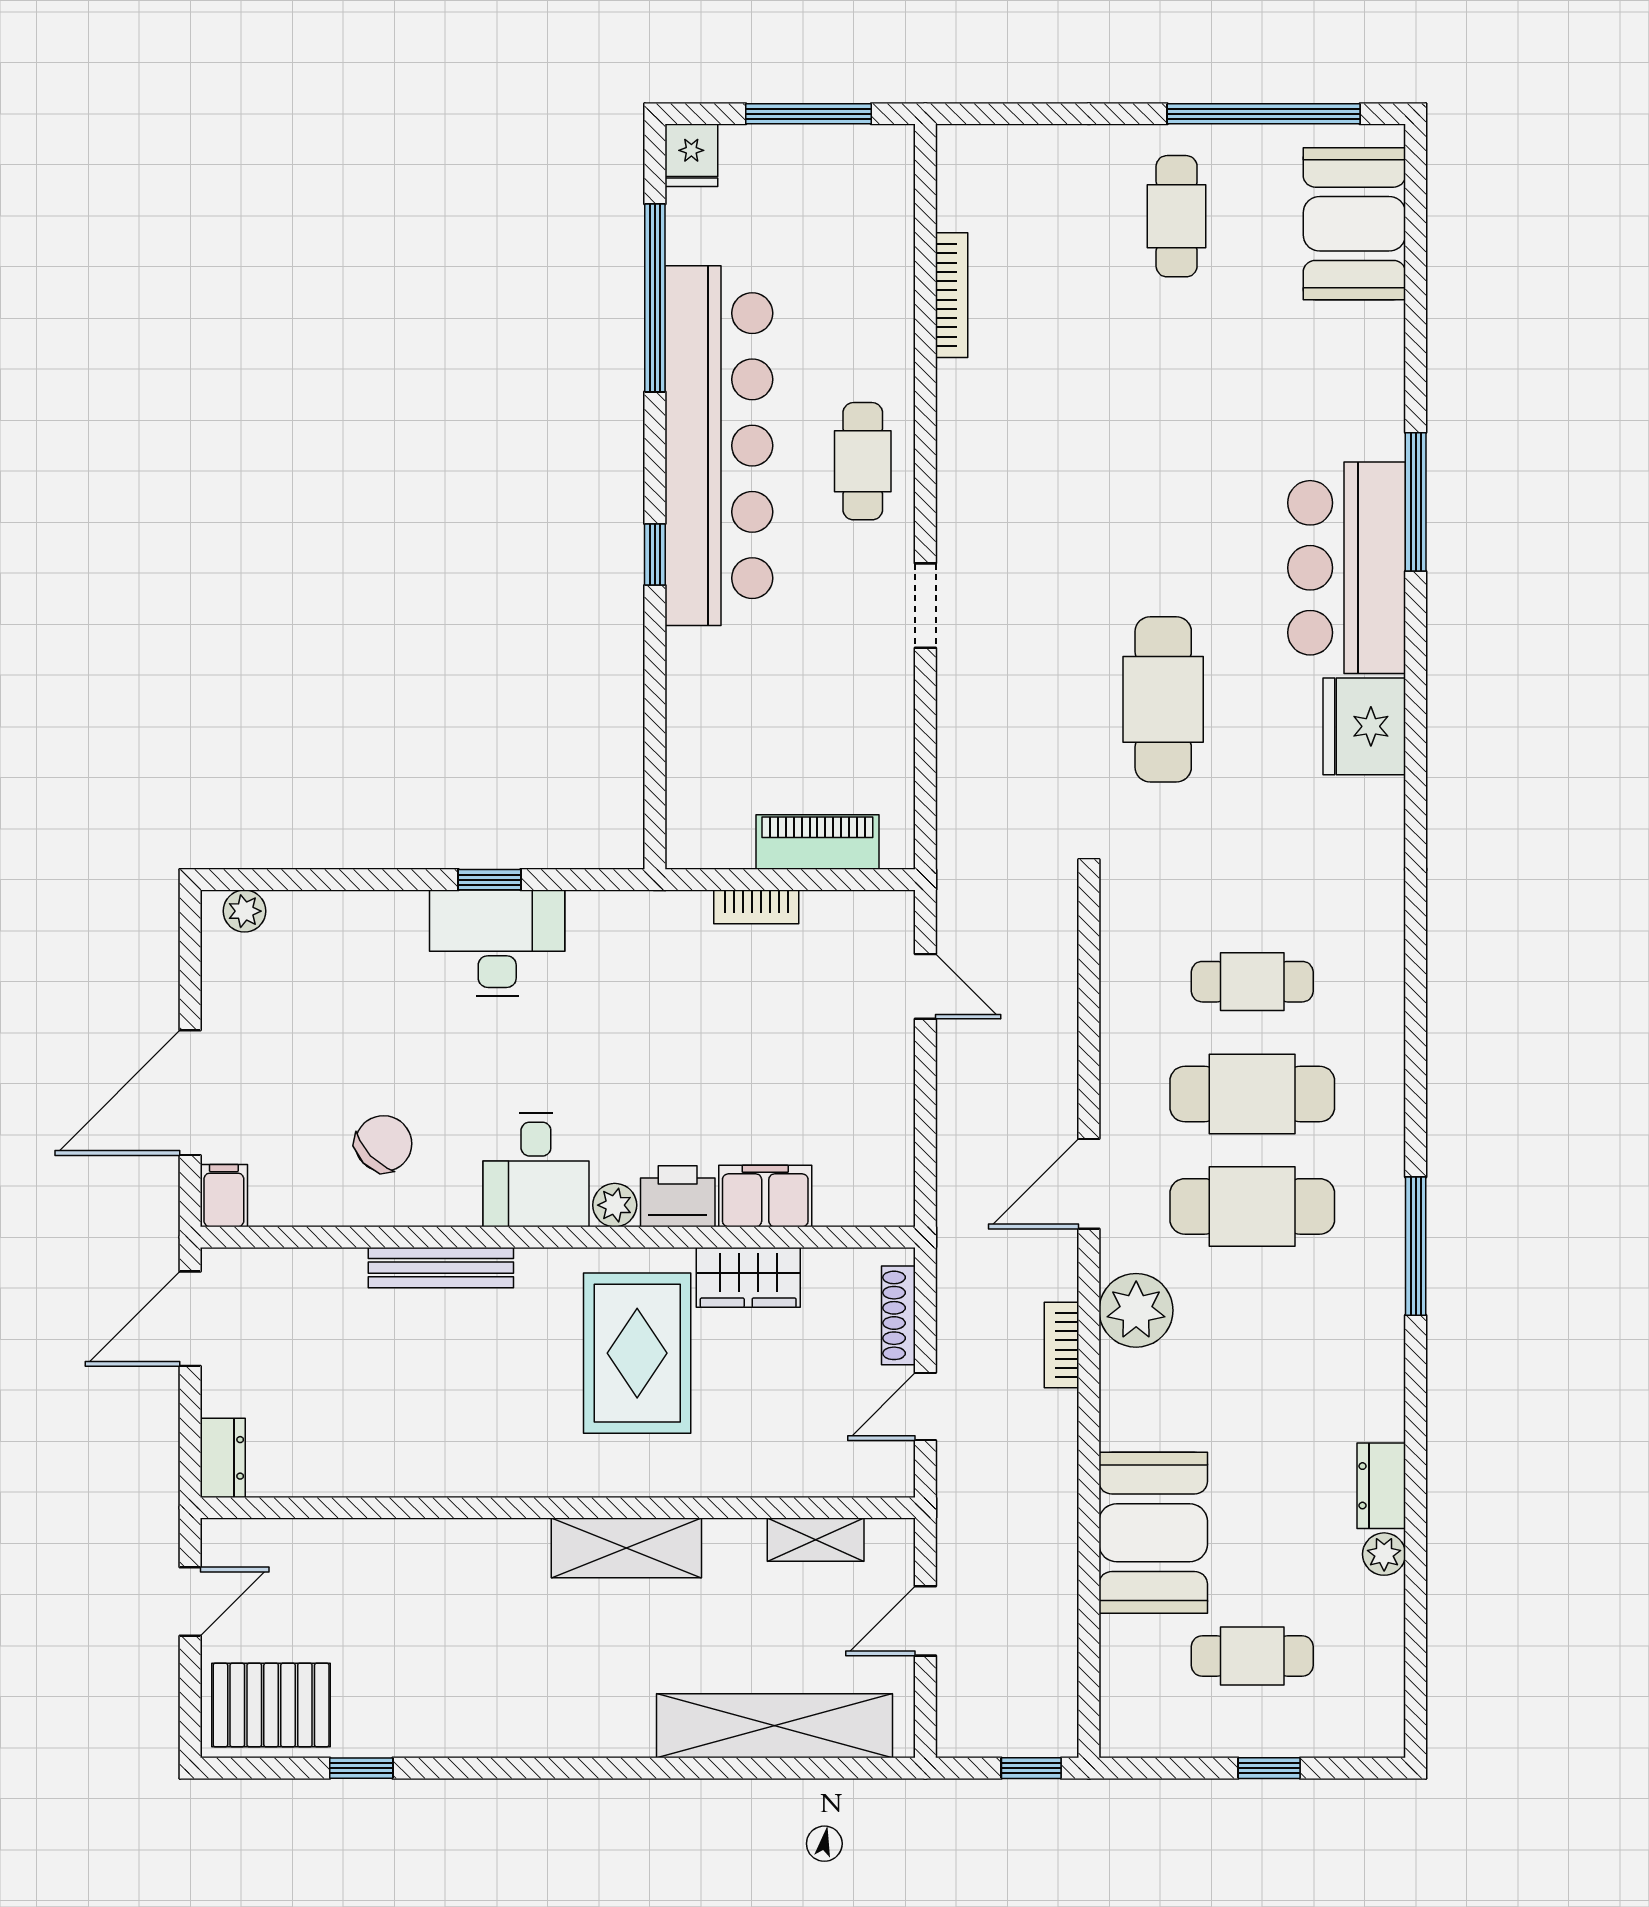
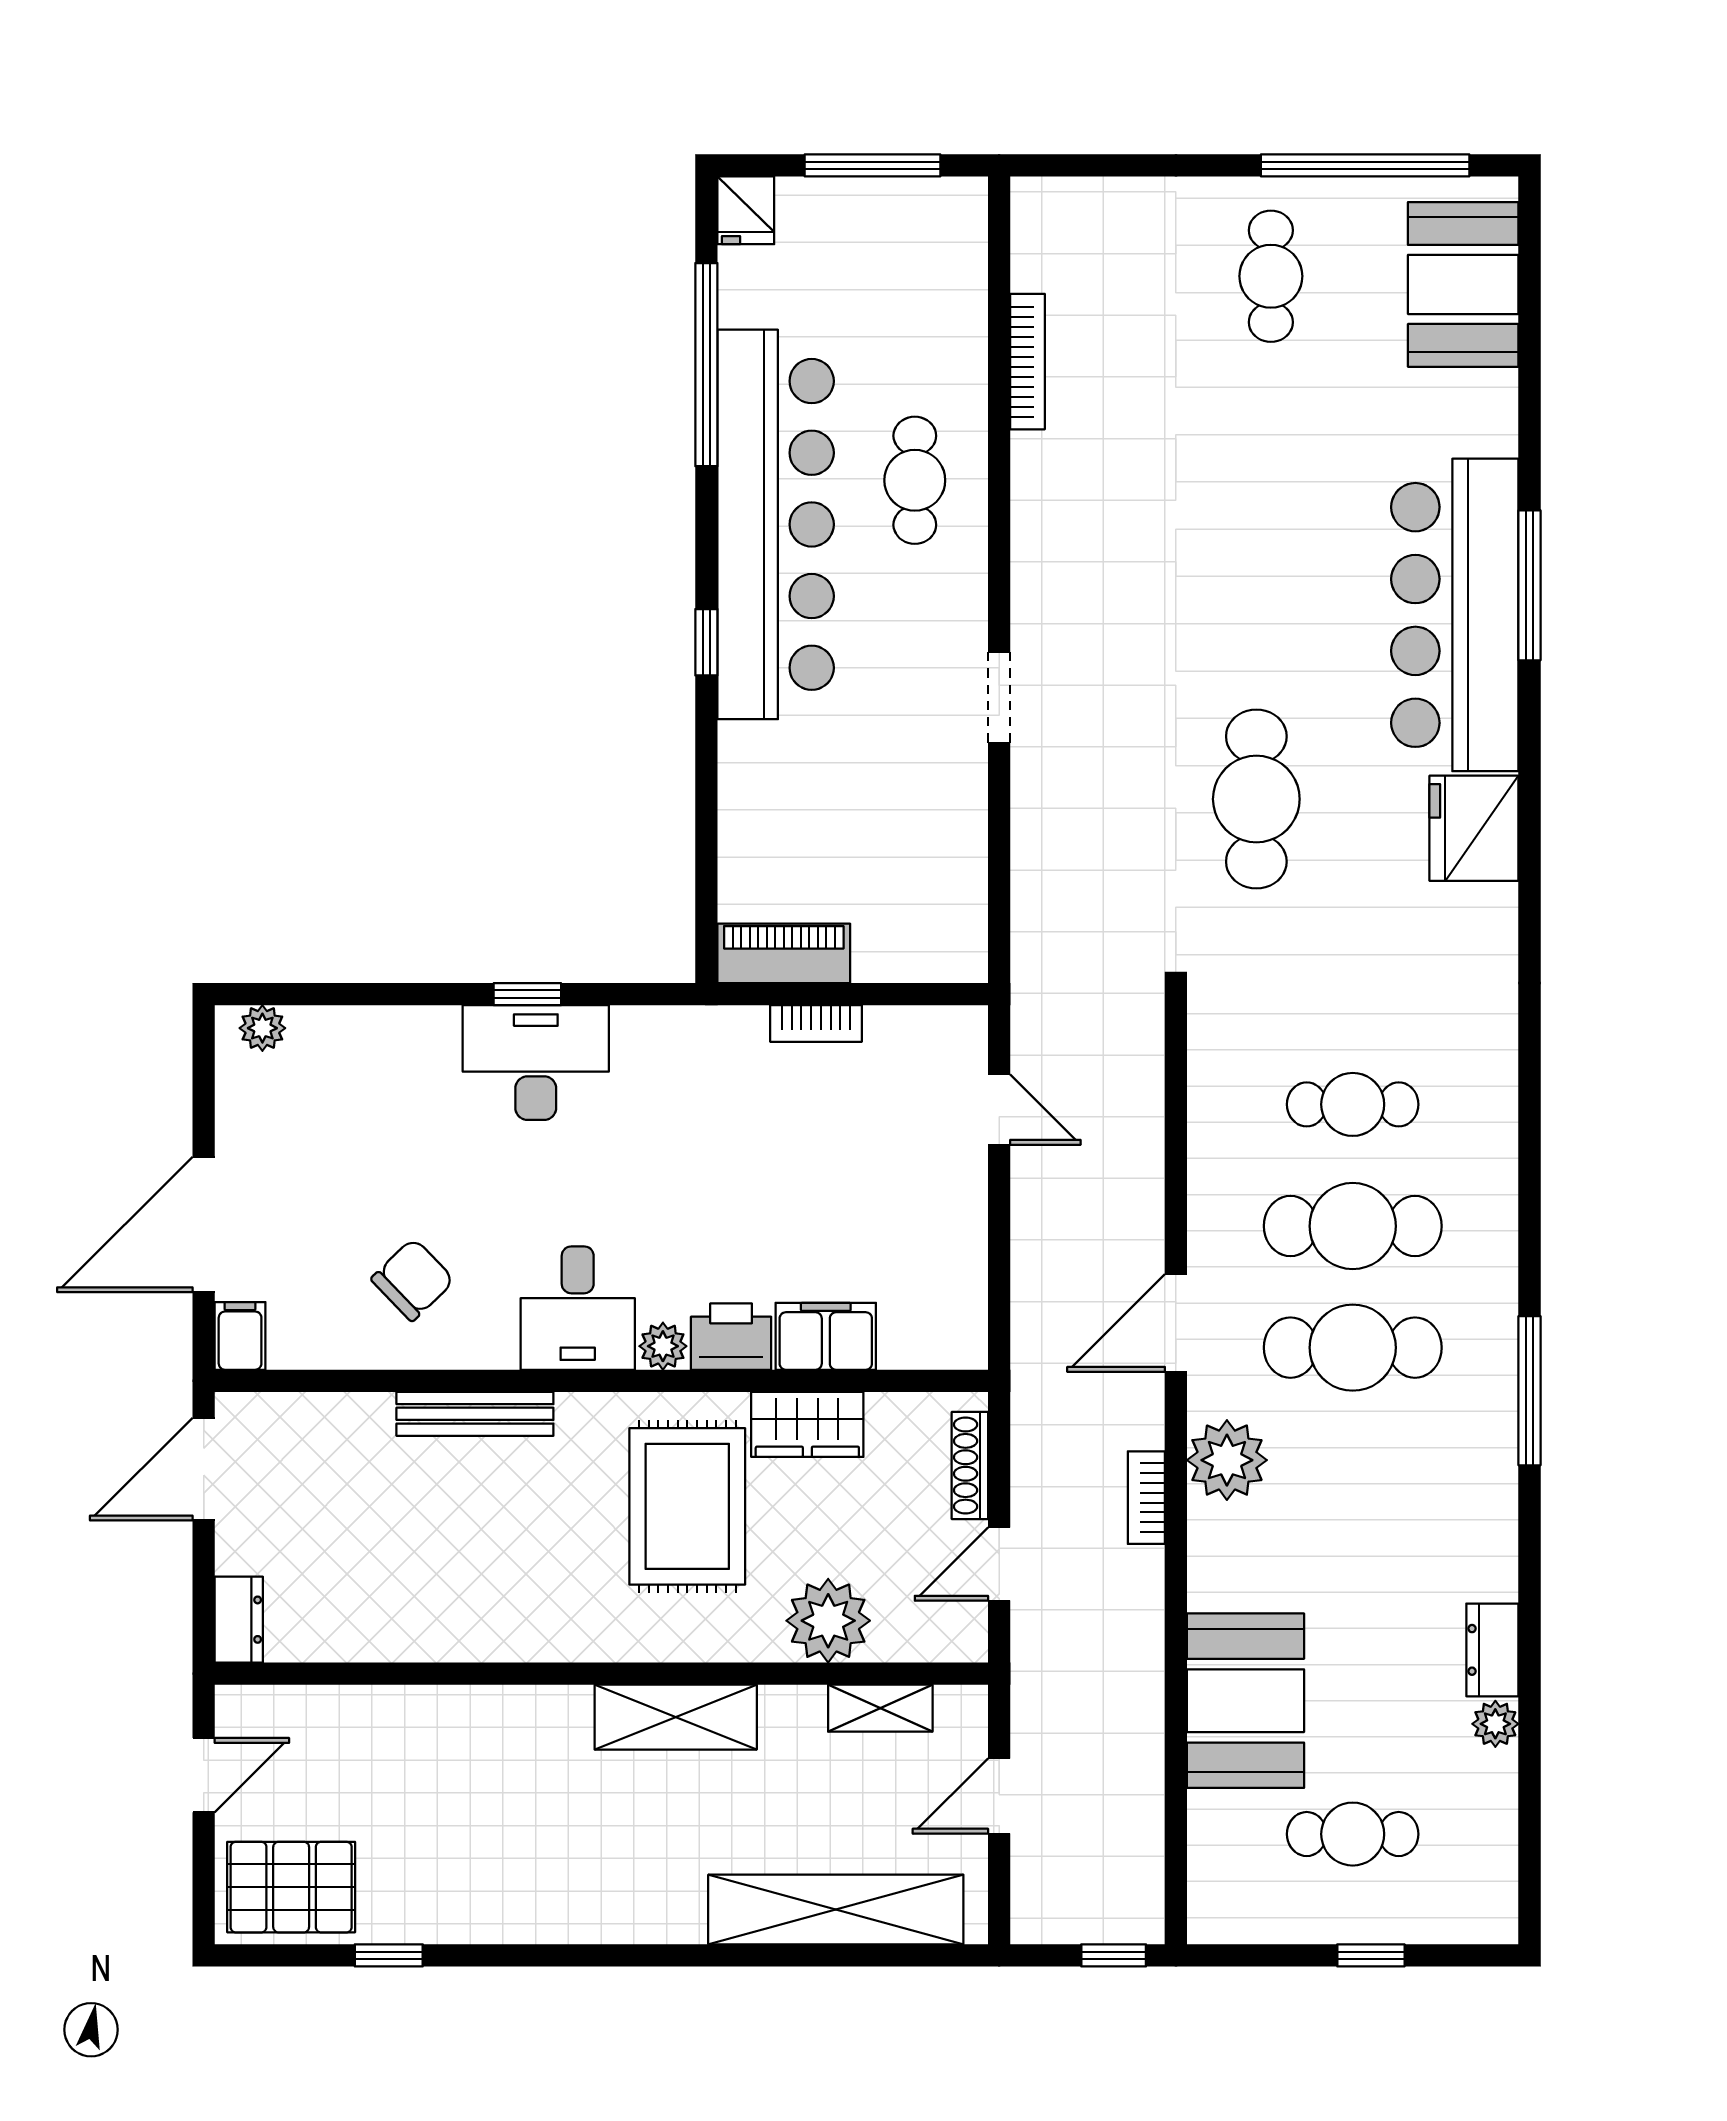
cafe table: (863, 461) -> (915, 480), moved
bar counter: (1347, 568) -> (1455, 615), width x1.36
piano: (817, 842) -> (784, 953), moved
plant: (767, 1459) -> (828, 1621), added

